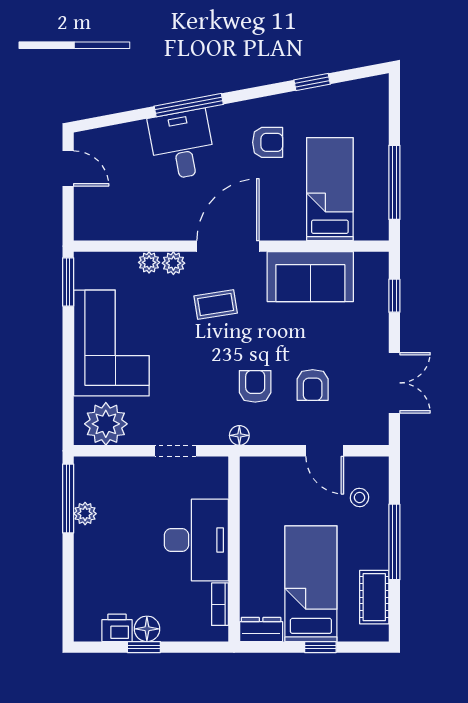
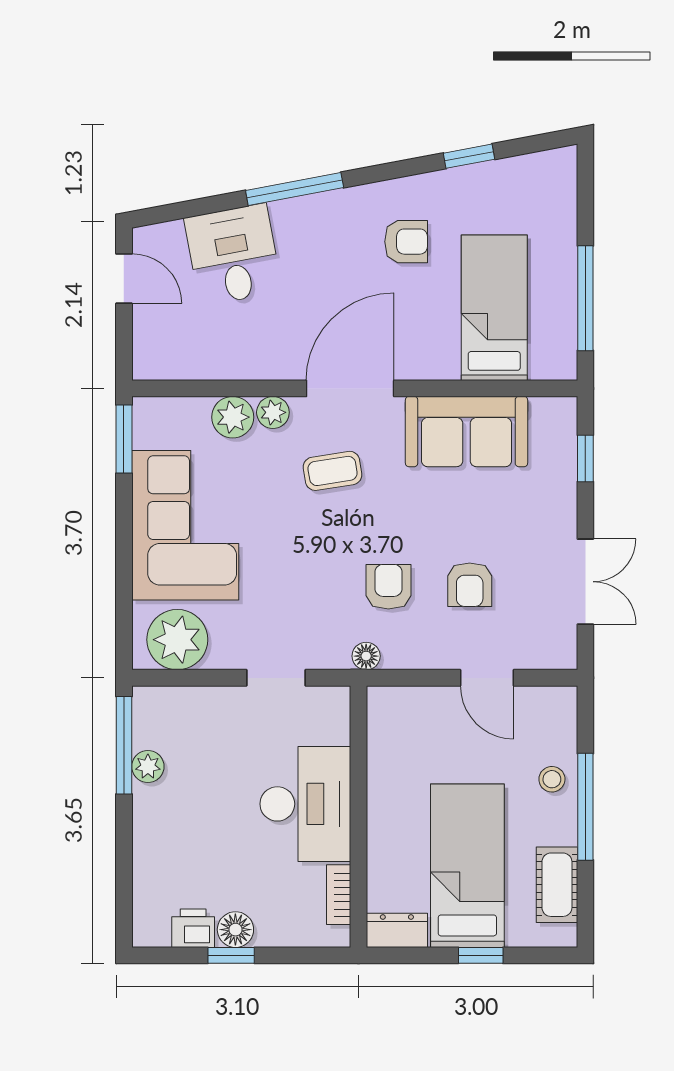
desk: (182, 145) -> (233, 255), moved
plant: (149, 262) -> (233, 417), width x1.38, depth x1.38
stool: (360, 497) -> (552, 779), moved

